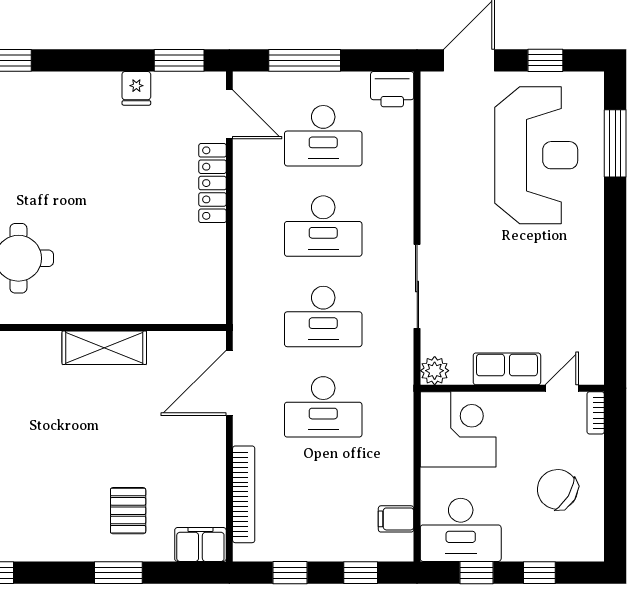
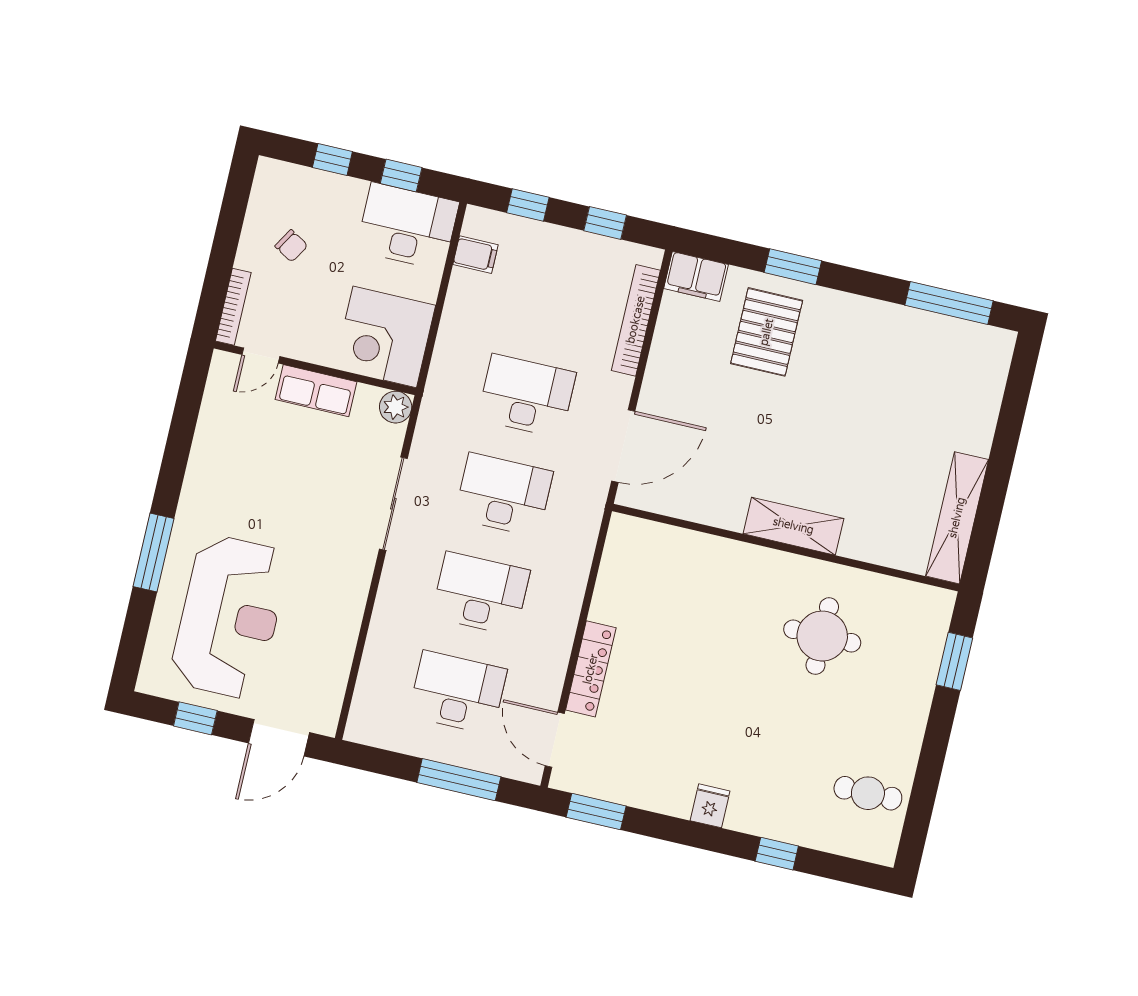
fridge: (136, 88) -> (710, 806), moved
printer: (392, 89) -> (370, 726), removed
window: (615, 143) -> (153, 552), moved
reception desk: (536, 155) -> (229, 617), turned 180
shelving: (104, 348) -> (793, 526), moved
bookcase: (596, 413) -> (233, 307), width x1.56
chair: (558, 489) -> (291, 246), width x0.54, depth x0.54
pallet: (128, 511) -> (767, 332), width x1.50, depth x1.42

